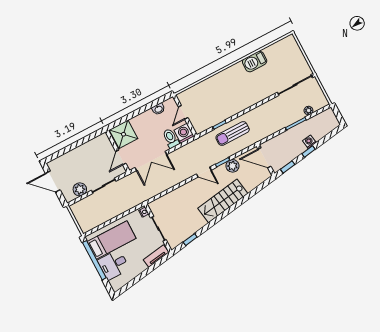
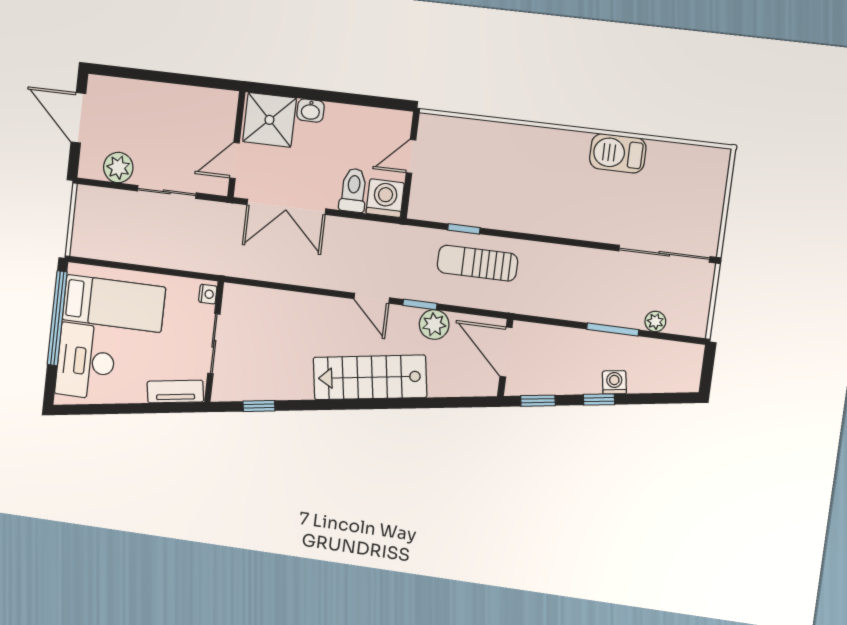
washbasin: (158, 109) -> (310, 111), moved
desk: (114, 265) -> (86, 361), width x1.37

